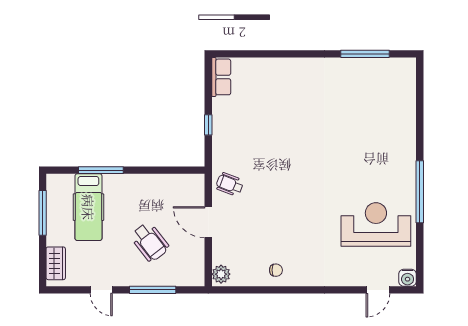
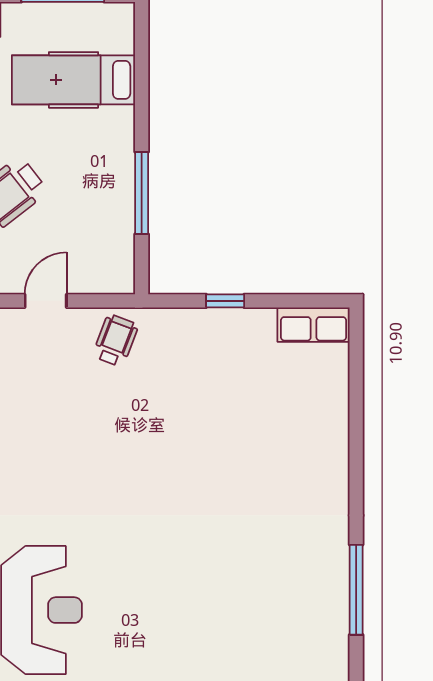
window: (101, 170) -> (142, 193), moved
door: (208, 222) -> (46, 301), width x0.73

